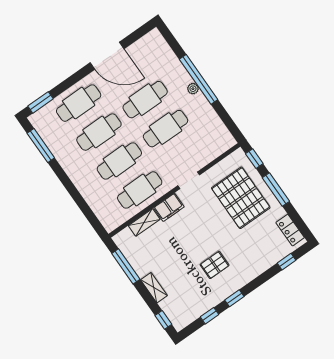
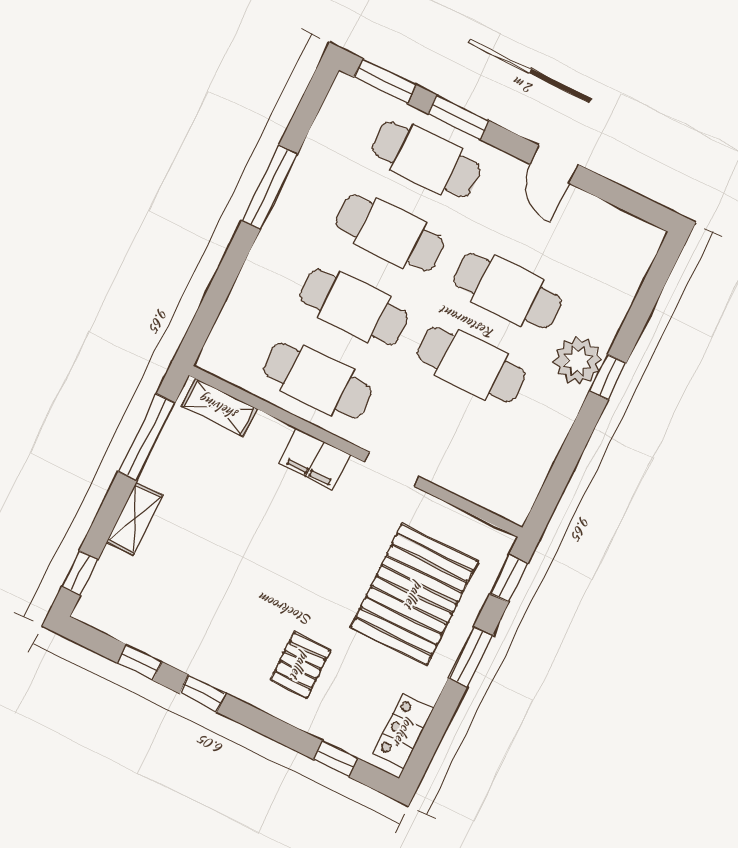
door: (107, 56) -> (554, 164), width x0.53
window: (199, 79) -> (608, 377), width x0.32
window: (69, 82) -> (458, 117), added
plant: (193, 89) -> (578, 361), width x1.88, depth x1.88
window: (41, 145) -> (269, 188), moved
window: (276, 189) -> (470, 657), width x0.69
shelving: (144, 222) -> (219, 407), moved
pallet: (215, 265) -> (300, 665), moved, turned 90

